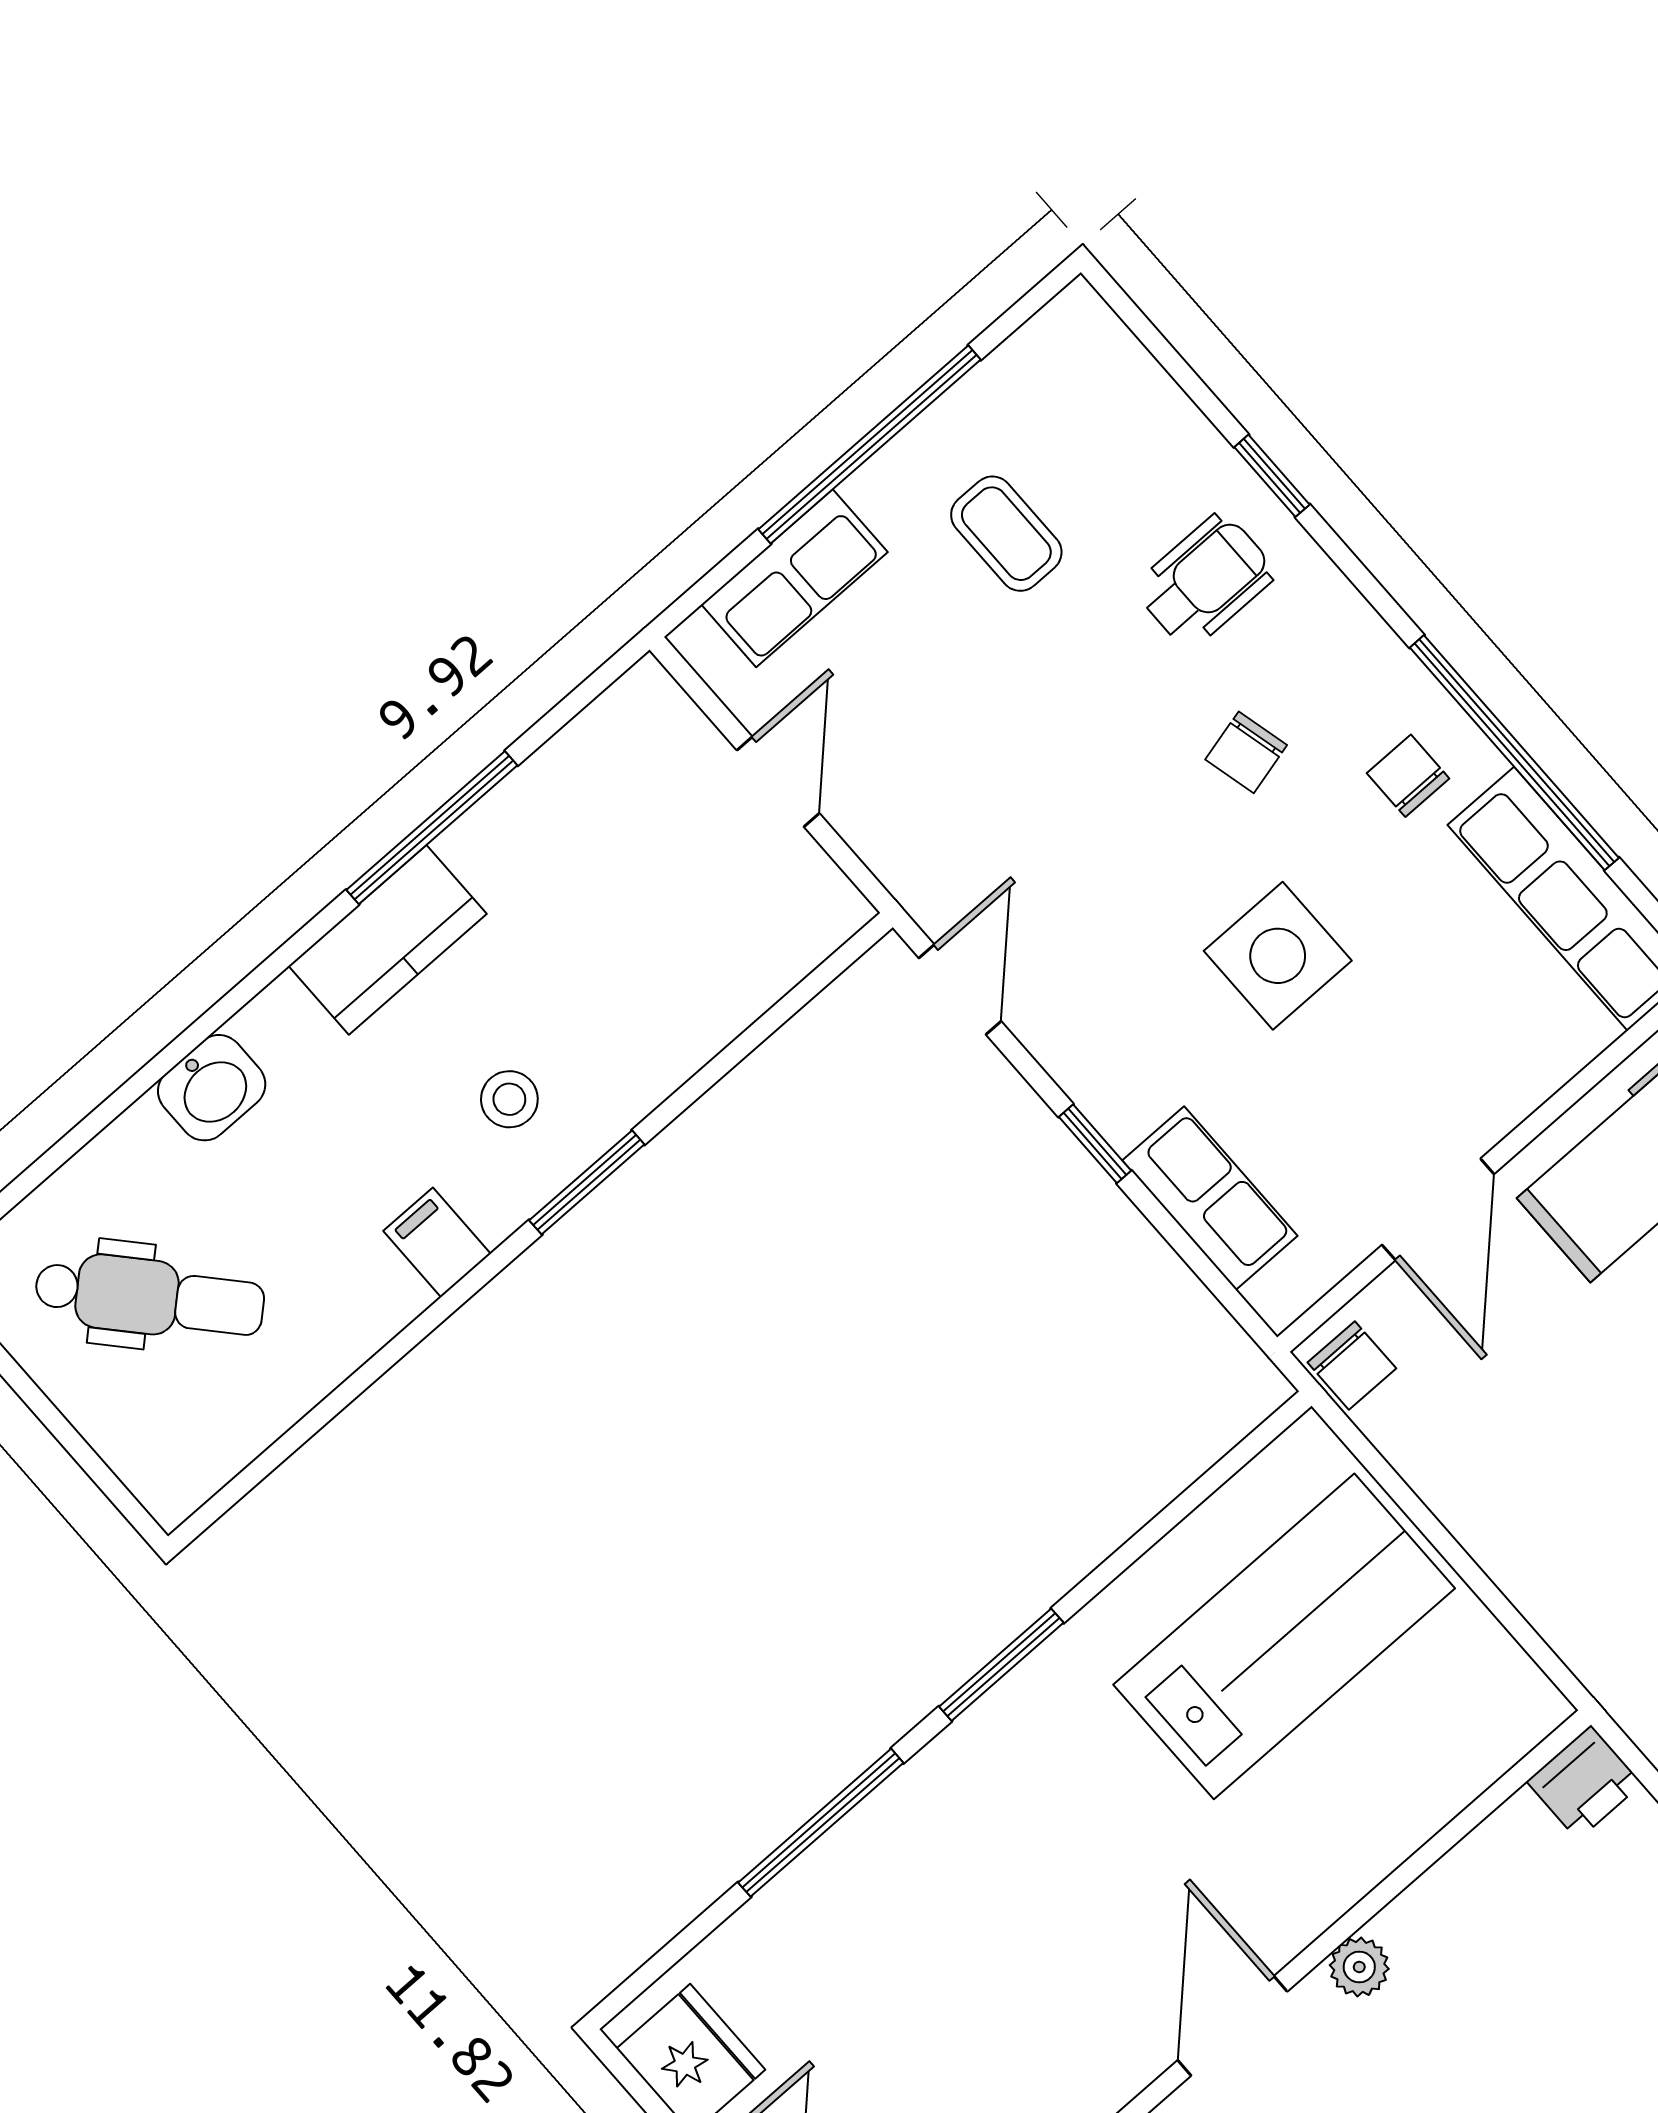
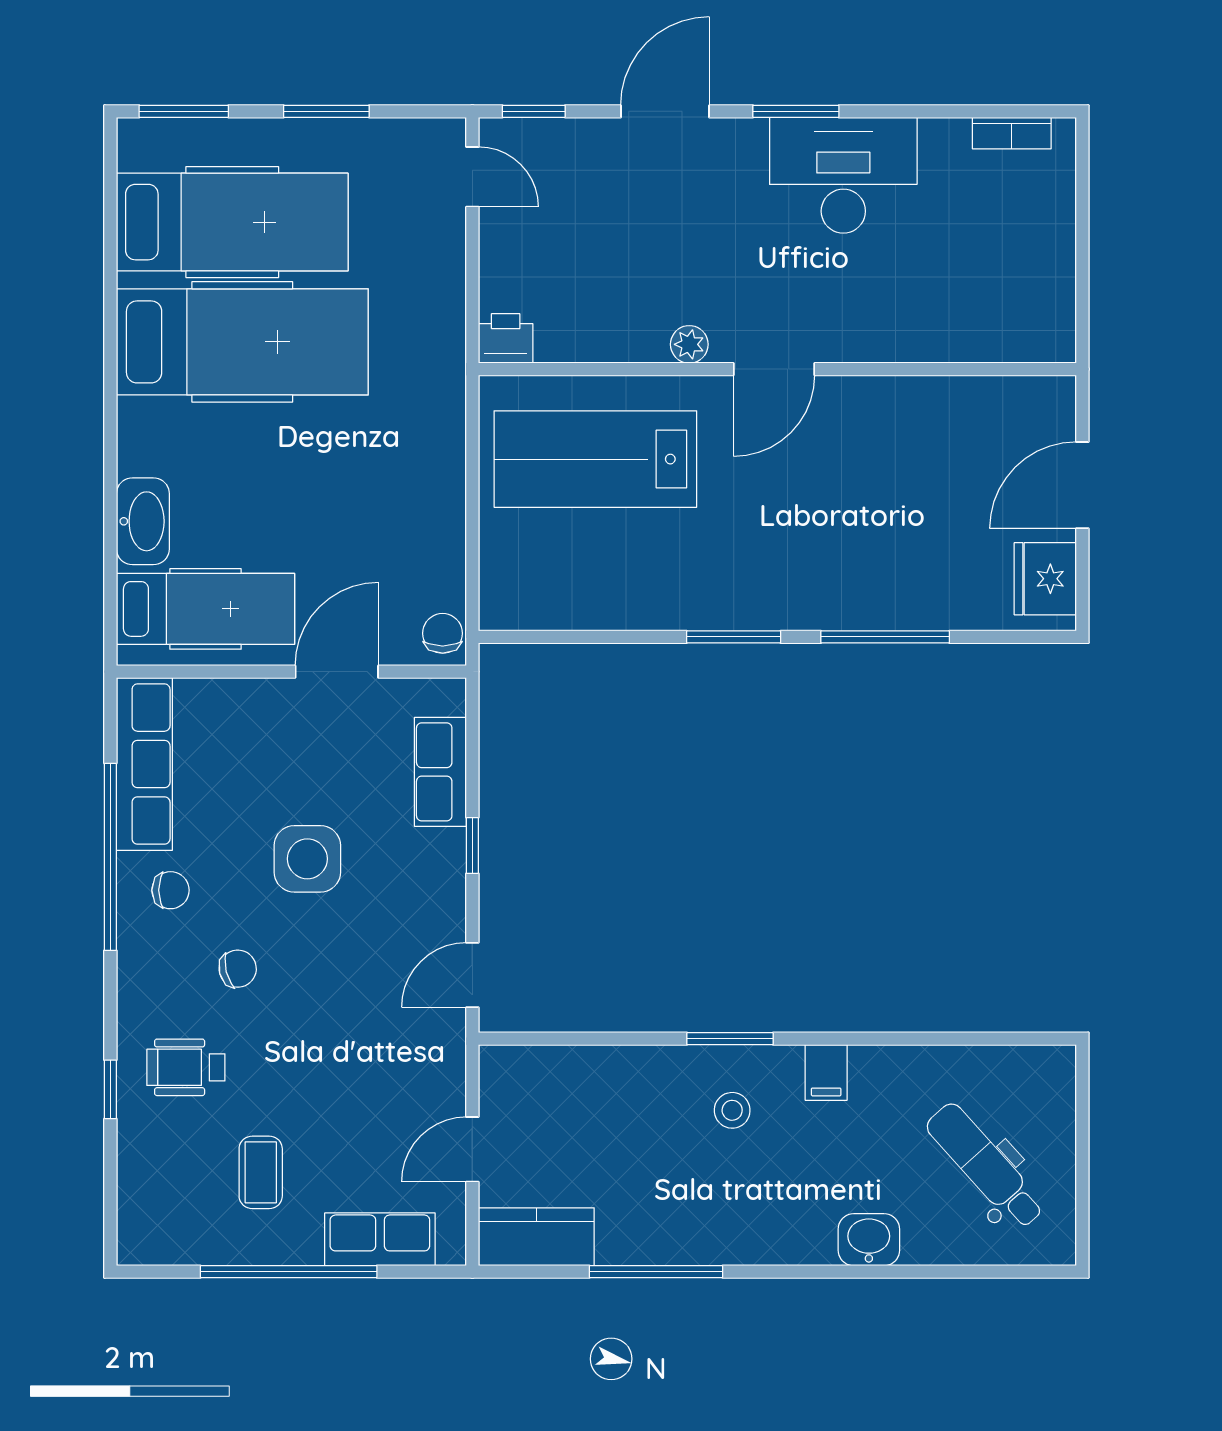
chair: (1408, 776) -> (171, 890), turned -90
kitchen counter: (388, 940) -> (536, 1237), moved
lab bench: (1284, 1636) -> (595, 459), moved

